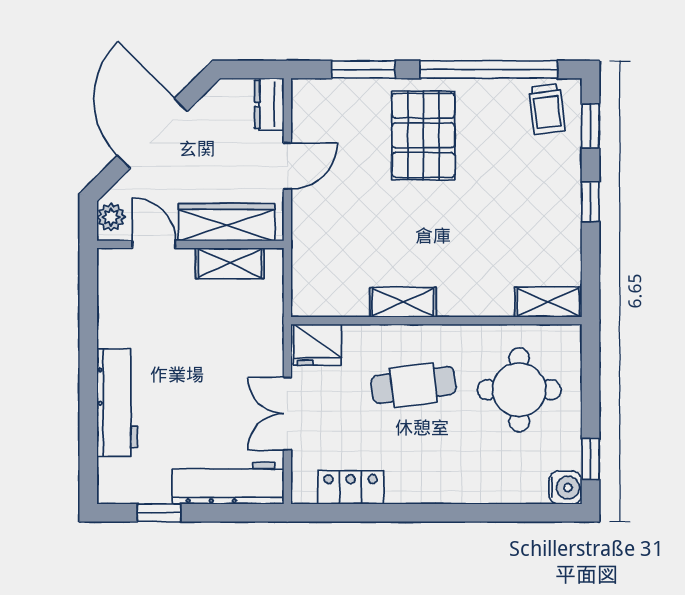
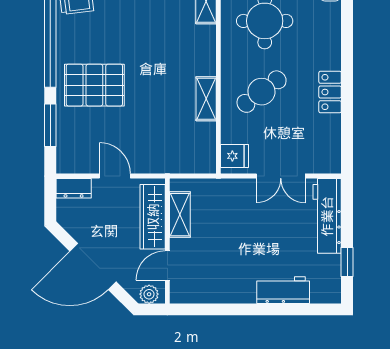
fridge: (317, 345) -> (234, 156), width x0.72
cafe table: (414, 385) -> (262, 92), turned 60
workbench: (117, 403) -> (283, 290), width x0.73
locker: (351, 487) -> (330, 92), moved

